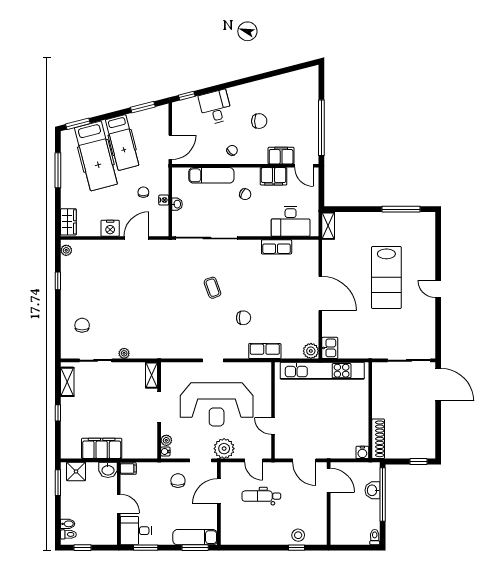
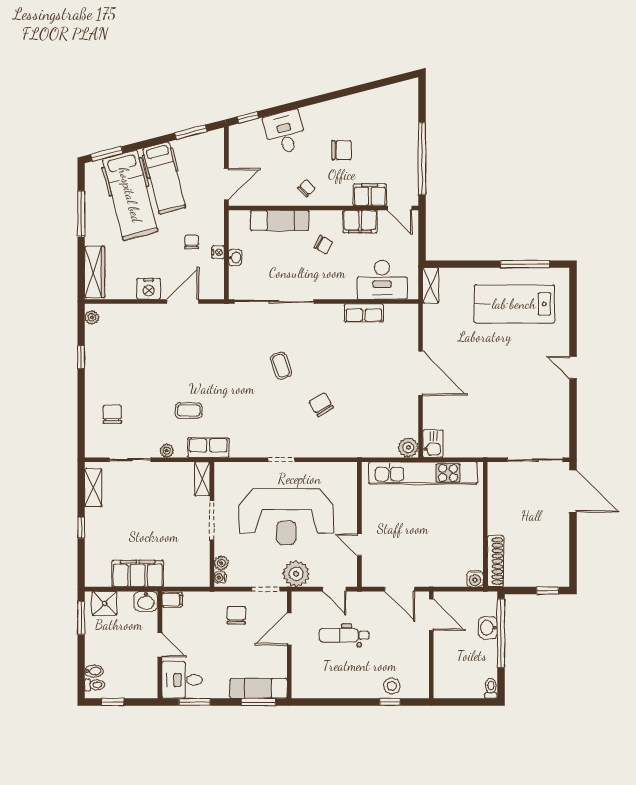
wardrobe: (68, 222) -> (95, 272), width x1.50
lab bench: (386, 277) -> (514, 304), moved, turned 90
chair: (244, 318) -> (321, 405), turned -121
coffee table: (141, 322) -> (189, 411), added
row of seats: (265, 351) -> (208, 448), moved

